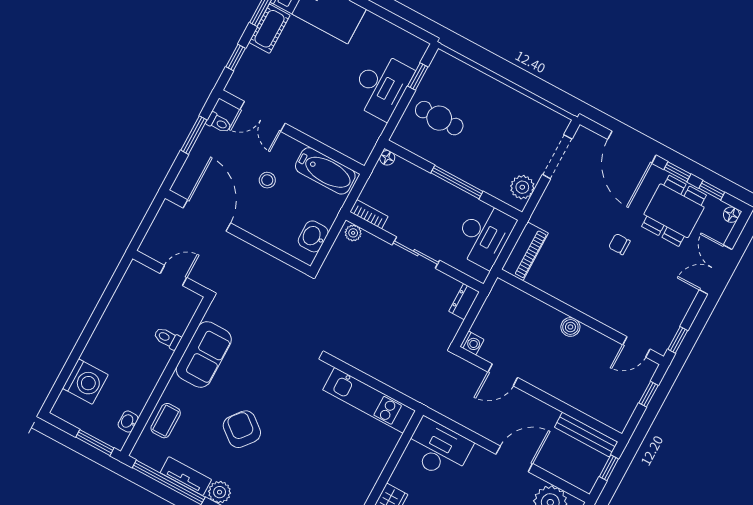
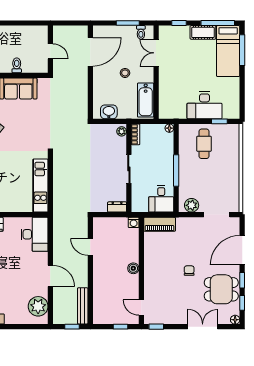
desk: (484, 235) -> (161, 199), width x0.73
washing machine: (472, 343) -> (134, 222), moved

